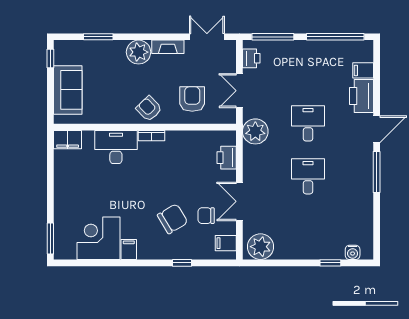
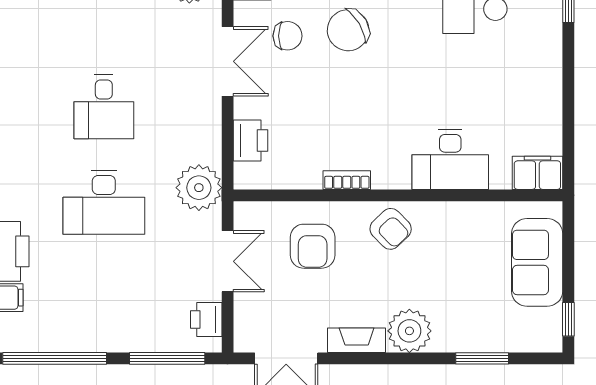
desk: (308, 123) -> (104, 202), width x1.37
bookcase: (152, 136) -> (347, 180), moved

